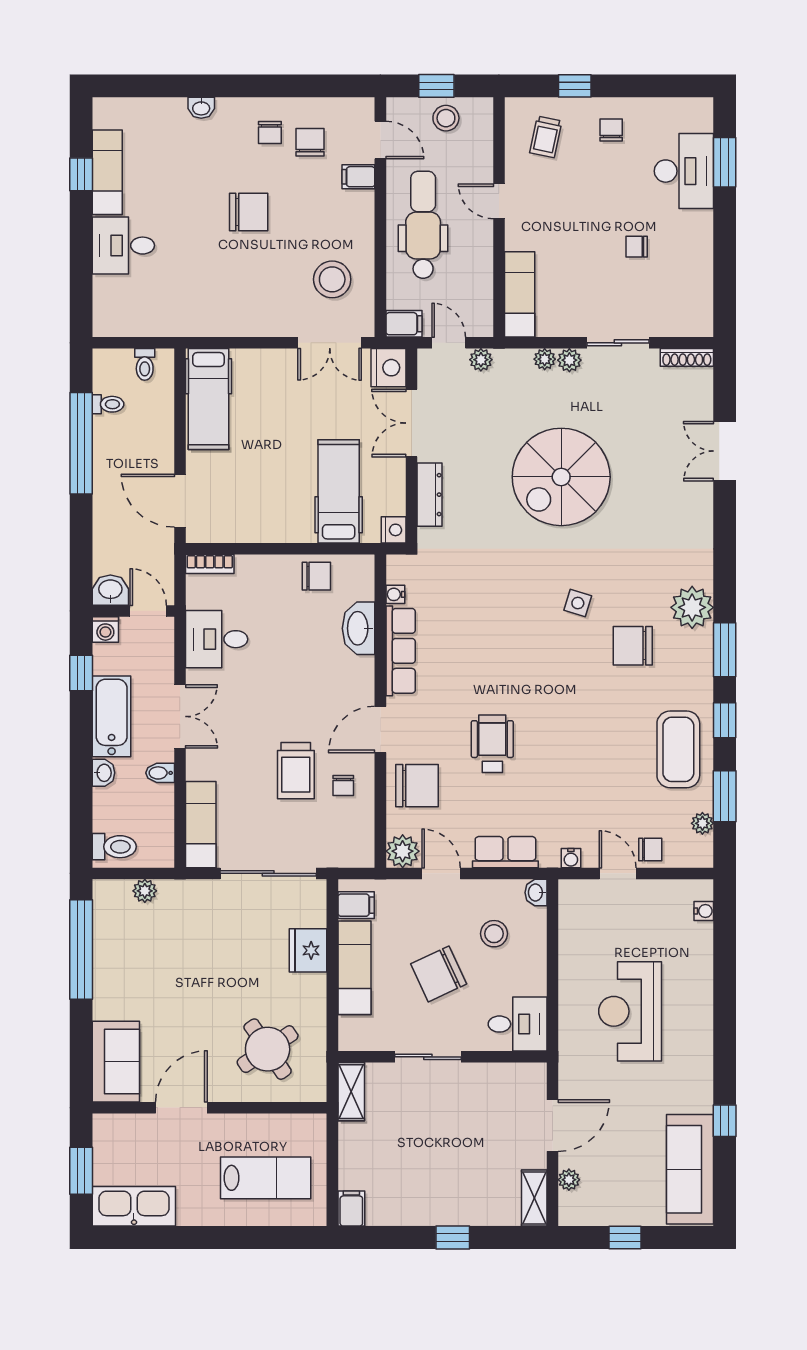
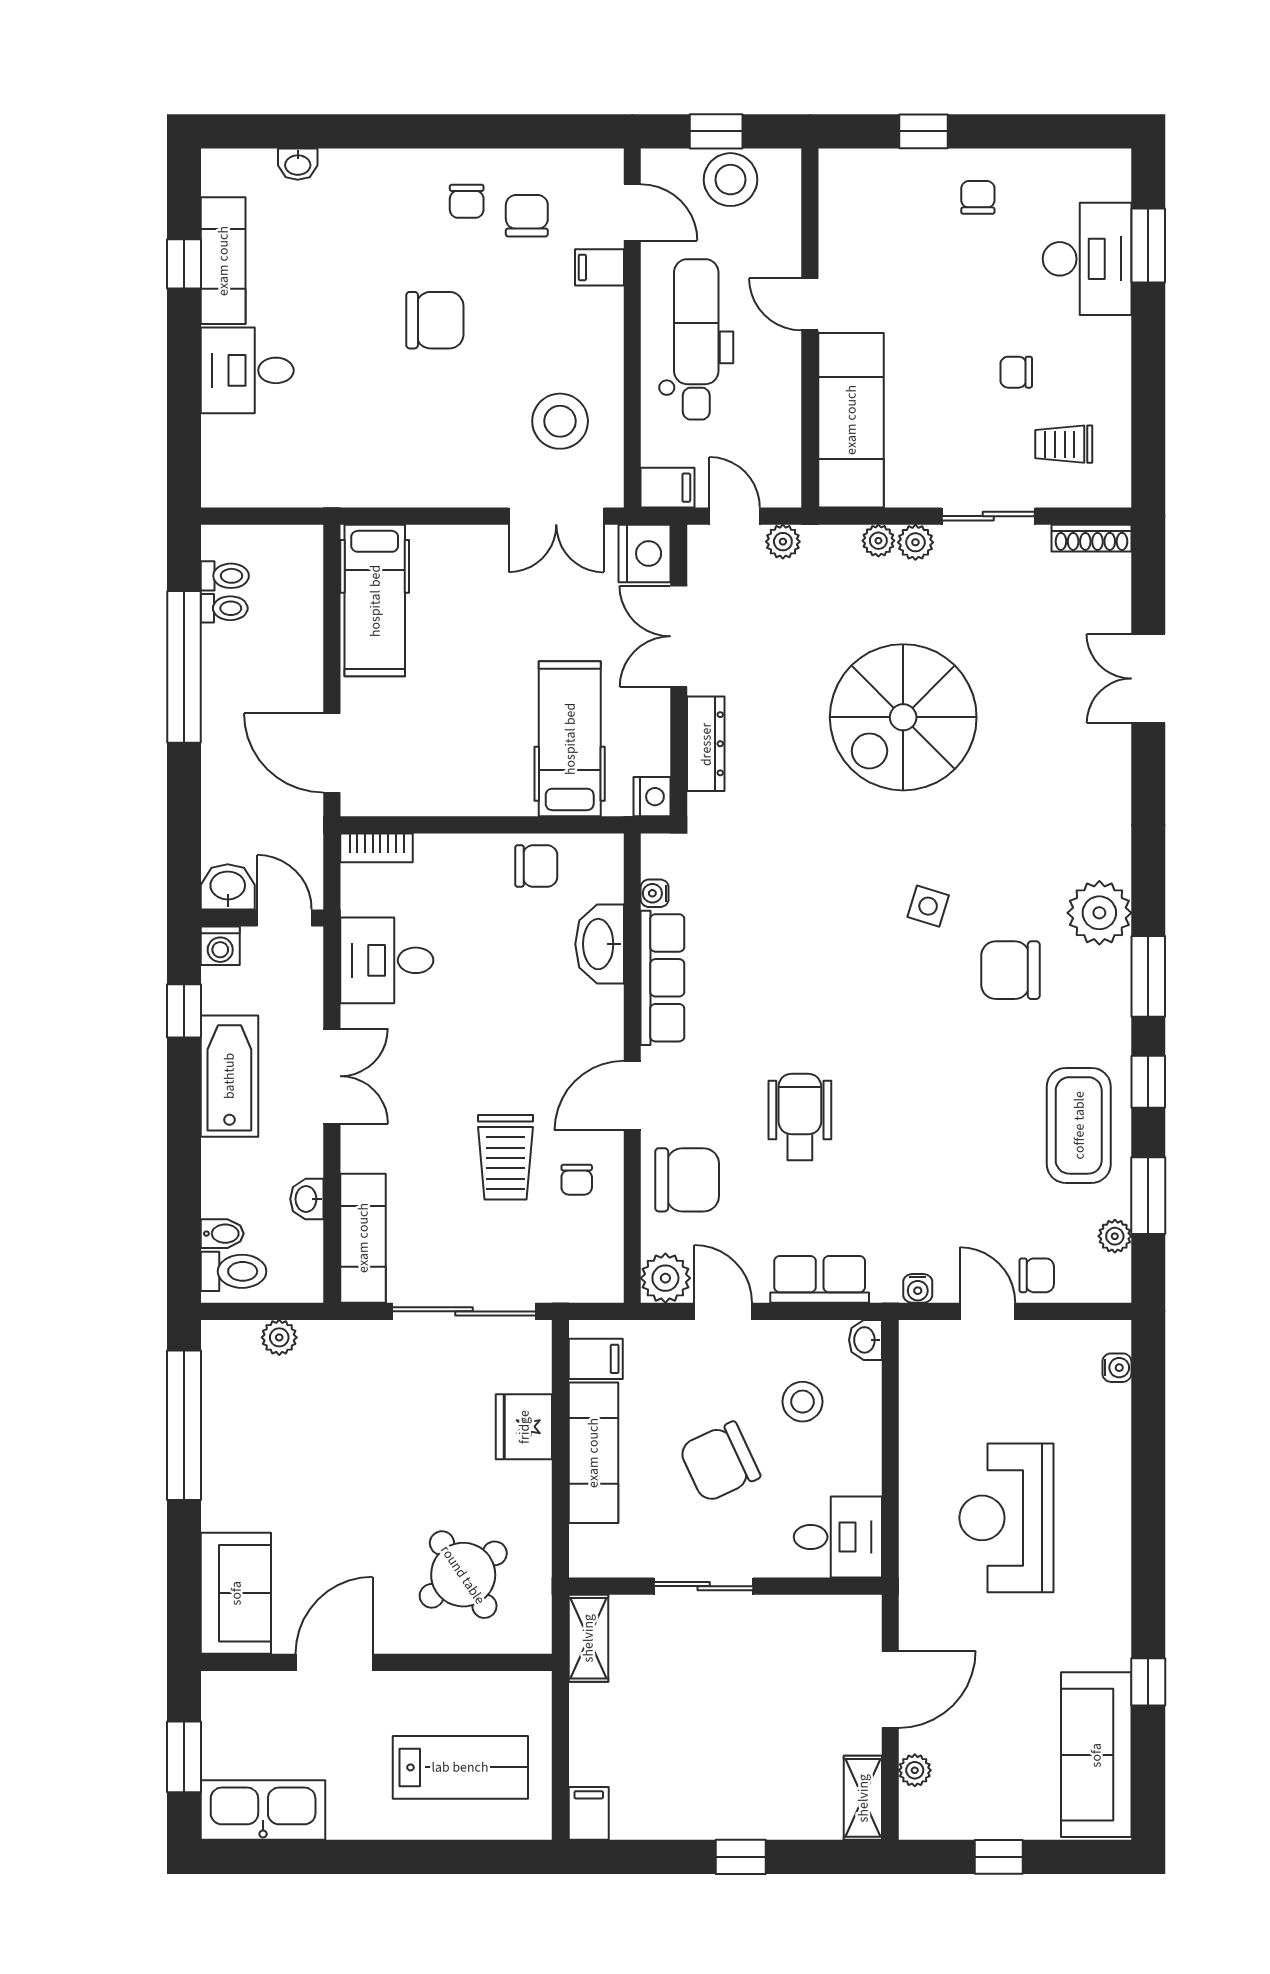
washbasin: (201, 108) -> (298, 164), moved
stool: (446, 118) -> (731, 180), width x1.38, depth x1.38
trolley: (546, 137) -> (1064, 444), moved, turned 78
exam couch: (520, 294) -> (851, 420), width x1.36, depth x1.45
toilet: (145, 364) -> (225, 576), moved, turned -90
washbasin: (104, 773) -> (307, 1199), moved, turned 180
bidet: (160, 773) -> (222, 1234), moved, turned 180

